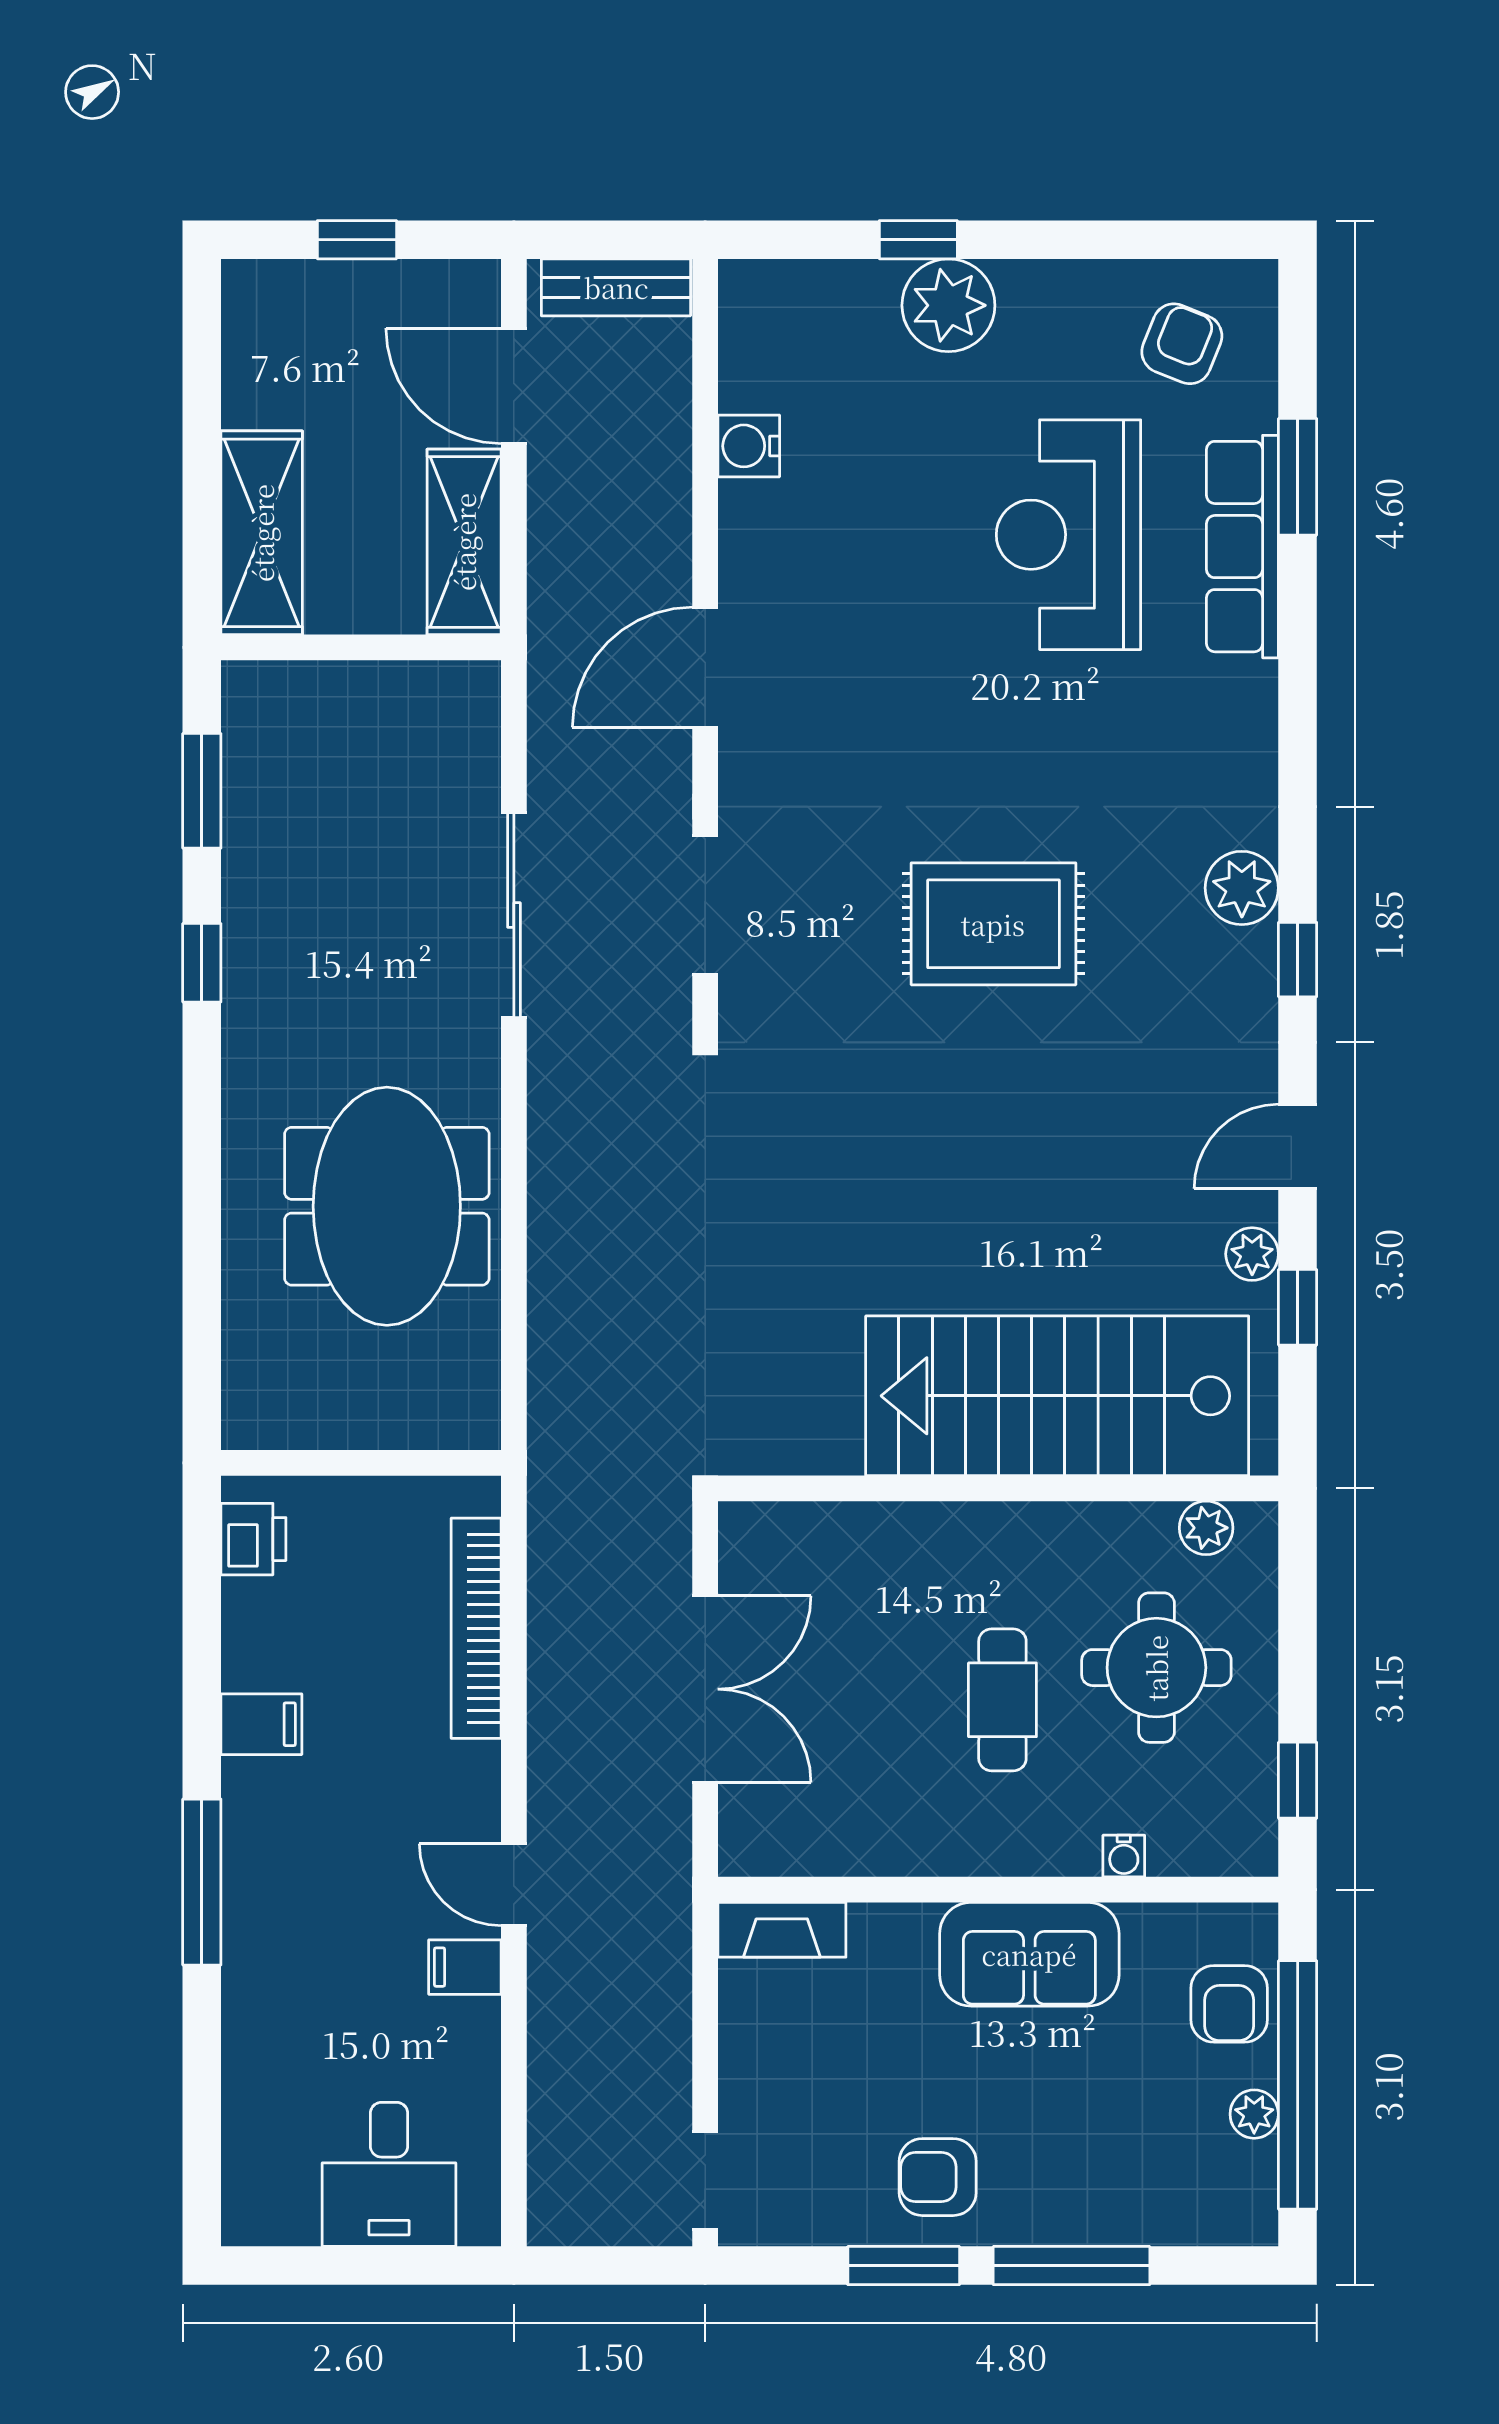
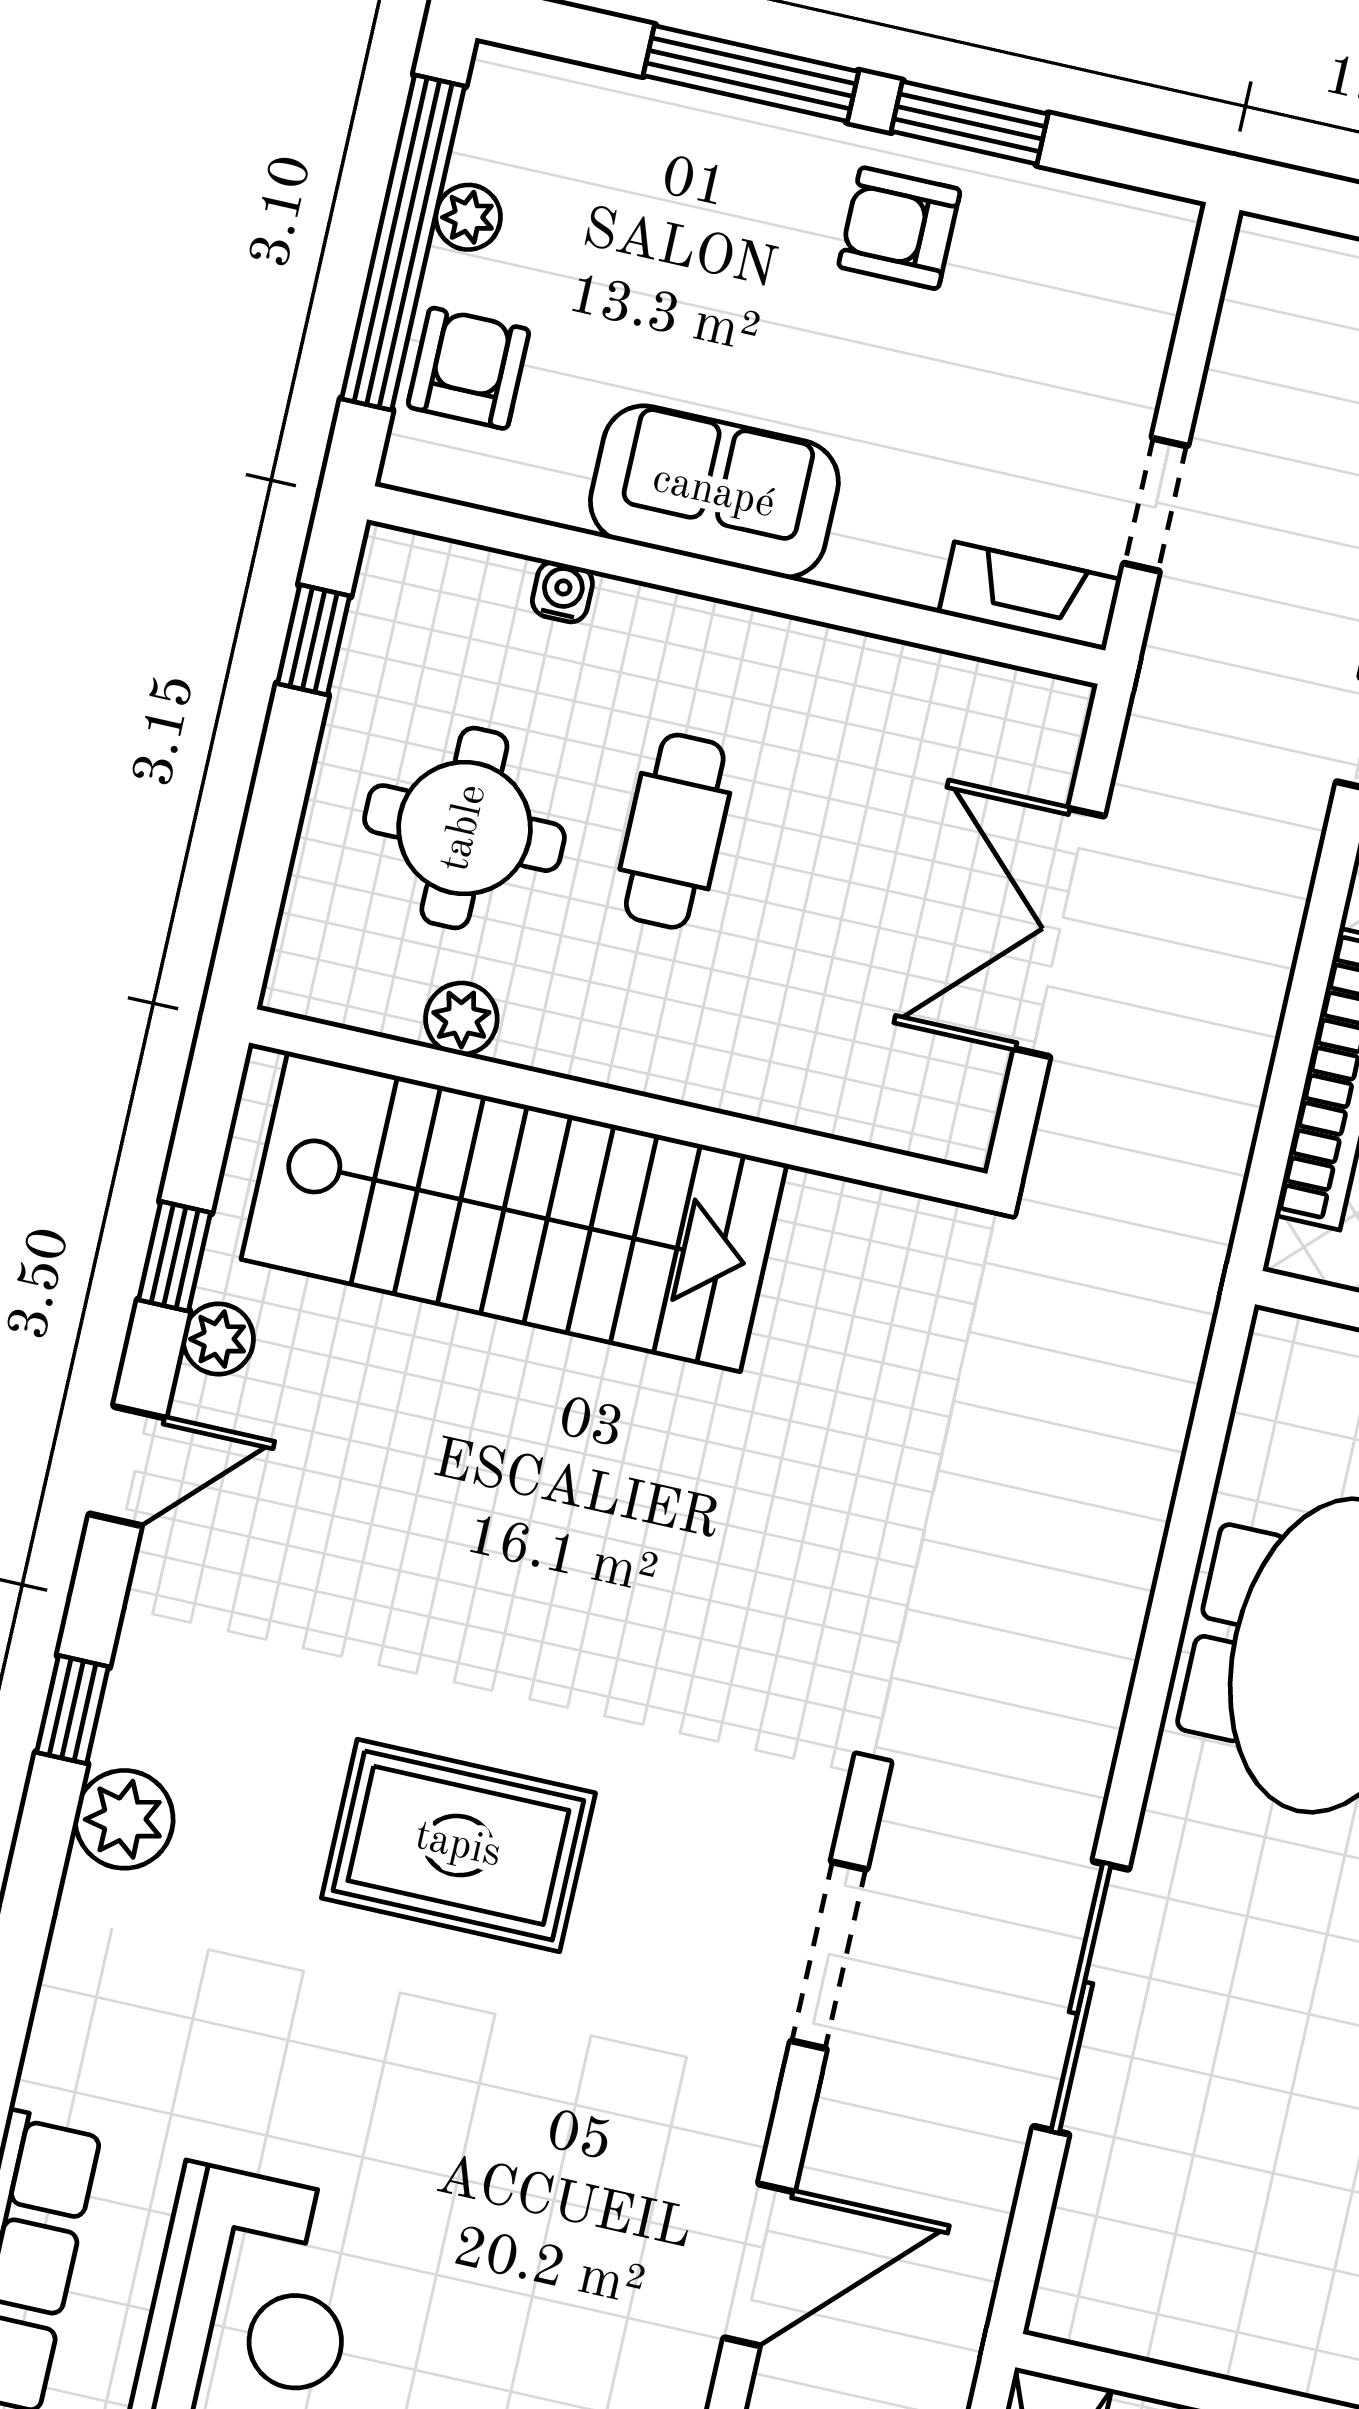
plant: (1206, 1528) -> (461, 1019), moved
armchair: (938, 2177) -> (899, 228), turned 180
doorway: (705, 2181) -> (1156, 505), moved

